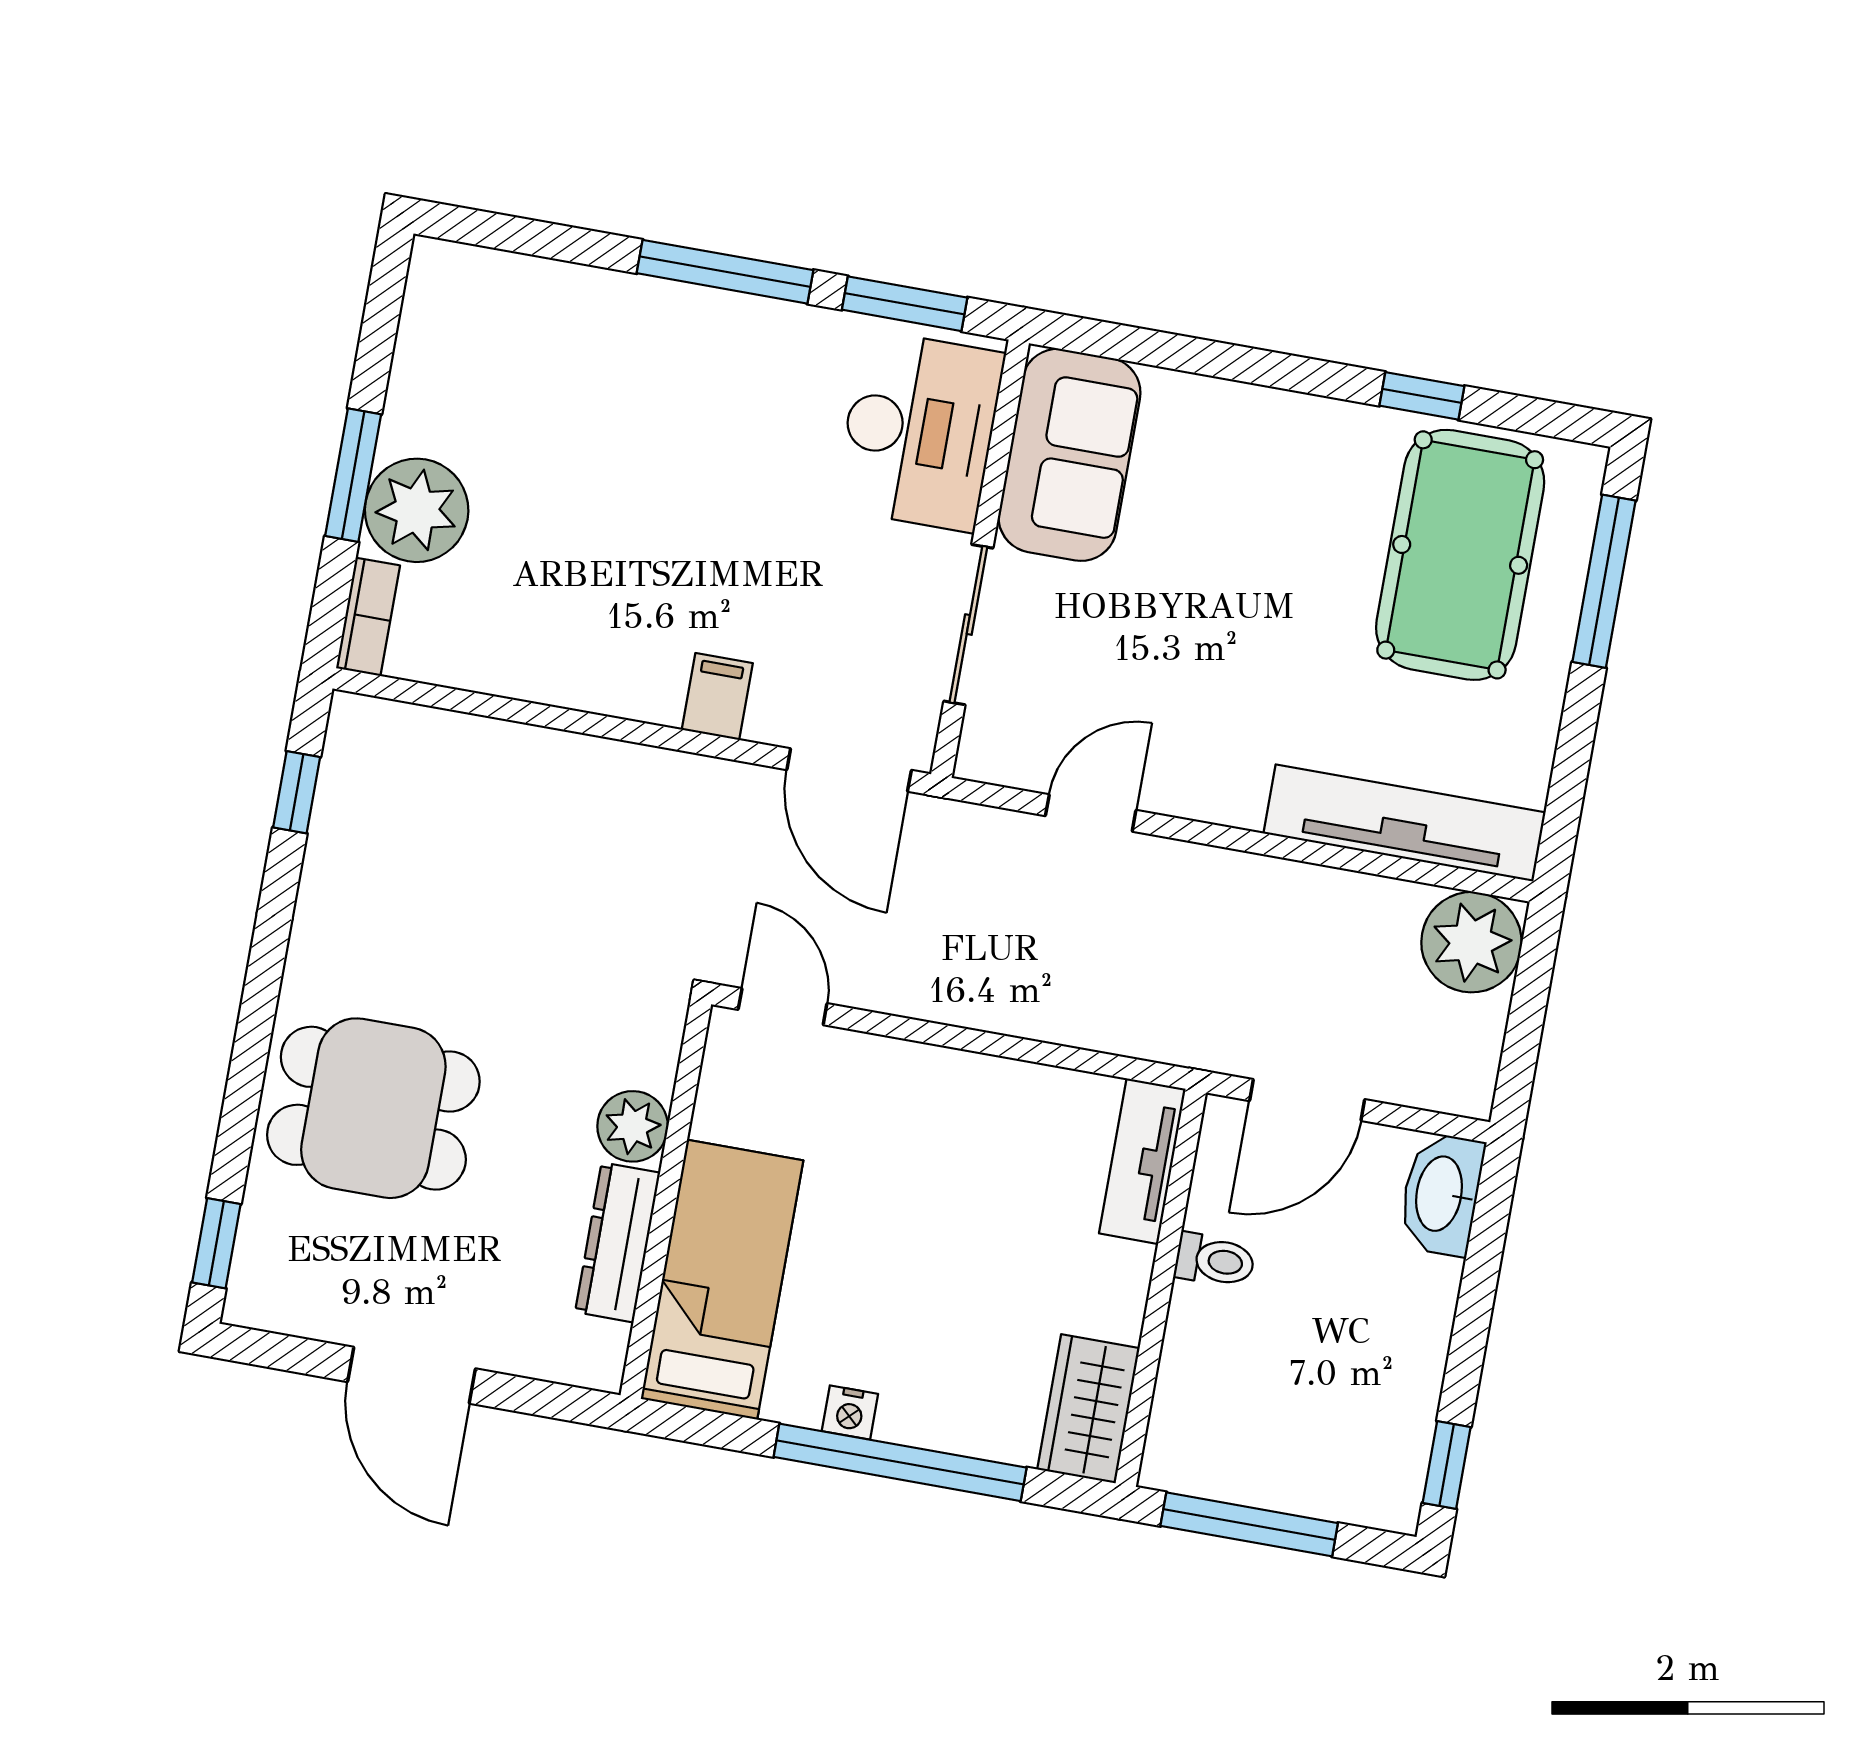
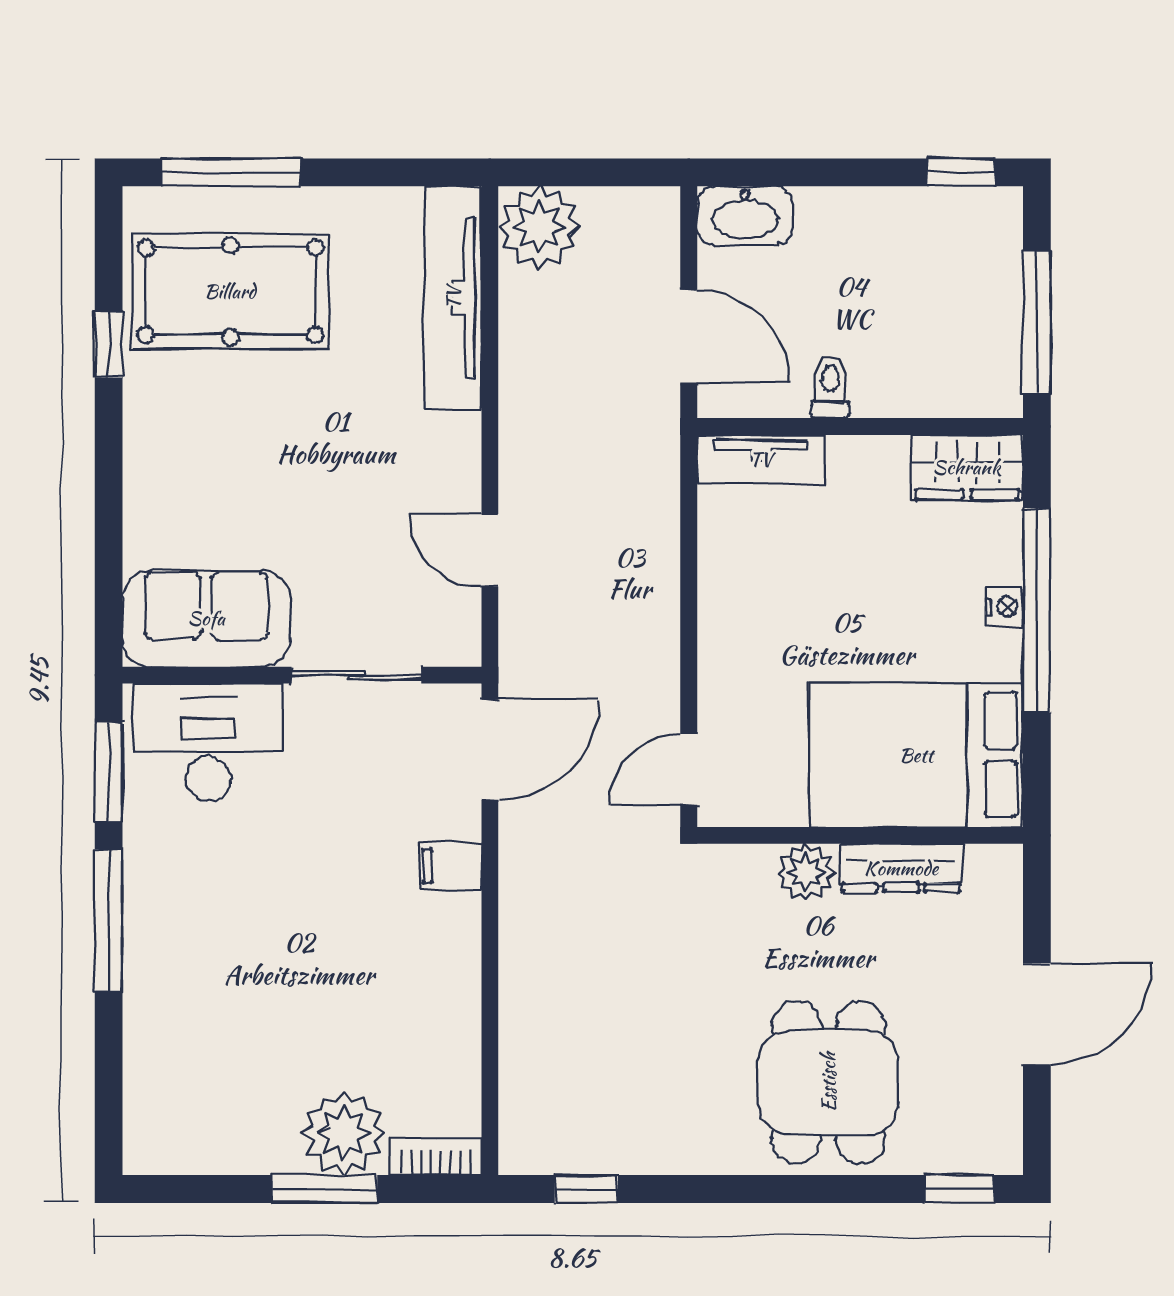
bed: (722, 1280) -> (916, 755), width x1.50
nightstand: (850, 1413) -> (1004, 607), moved

